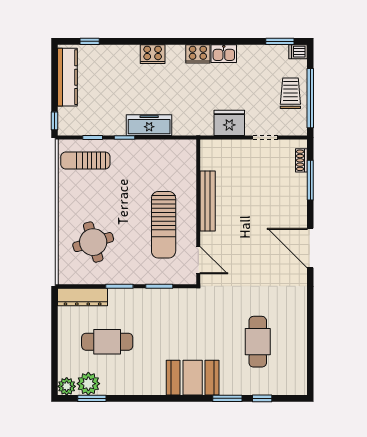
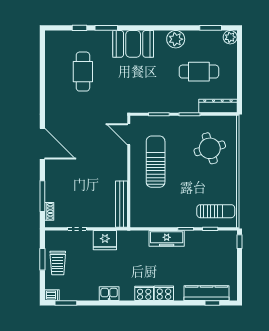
cooker: (198, 54) -> (144, 293), moved
kitchen counter: (67, 77) -> (207, 293), moved, turned 90
window: (310, 98) -> (42, 259), width x0.47
bench: (208, 201) -> (122, 204), moved
plant: (88, 384) -> (176, 39), moved

